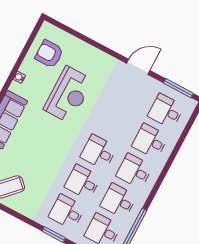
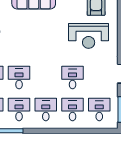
reception desk: (68, 95) -> (89, 36), moved
desk: (99, 152) -> (73, 77), moved

